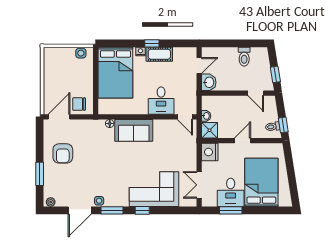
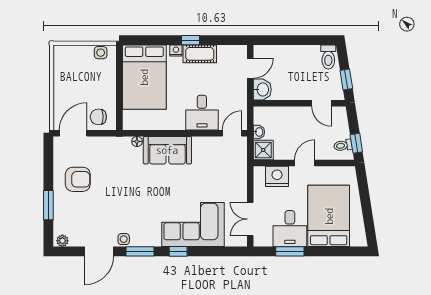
toilet: (244, 57) -> (328, 57), moved
door: (185, 117) -> (232, 133), swing flipped
nightstand: (210, 152) -> (277, 176), moved, turned 90
armchair: (63, 153) -> (78, 179), turned -90

